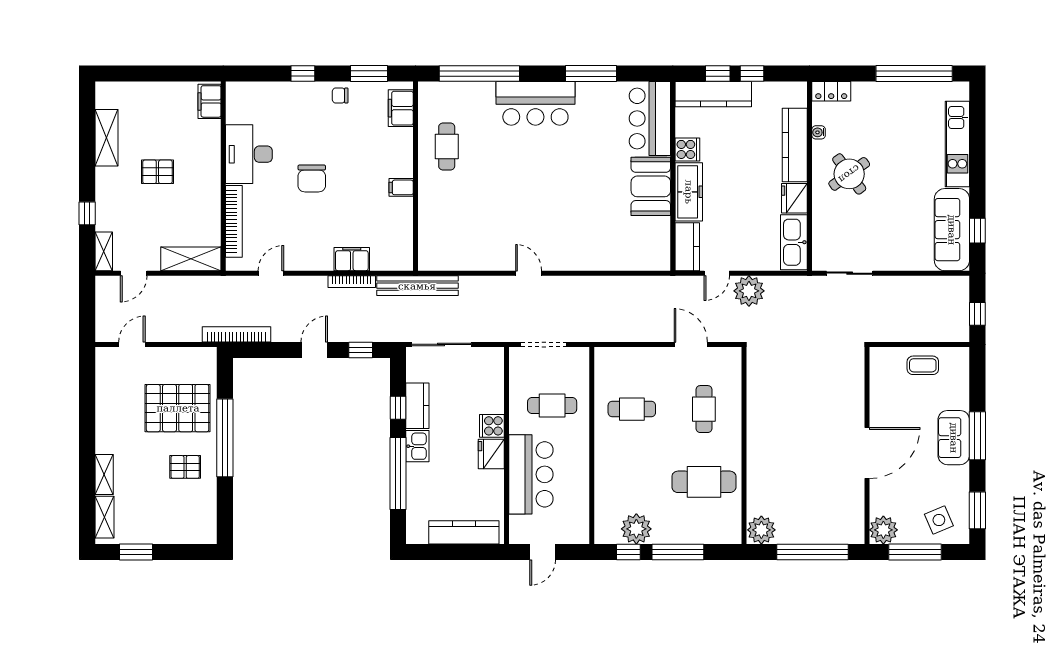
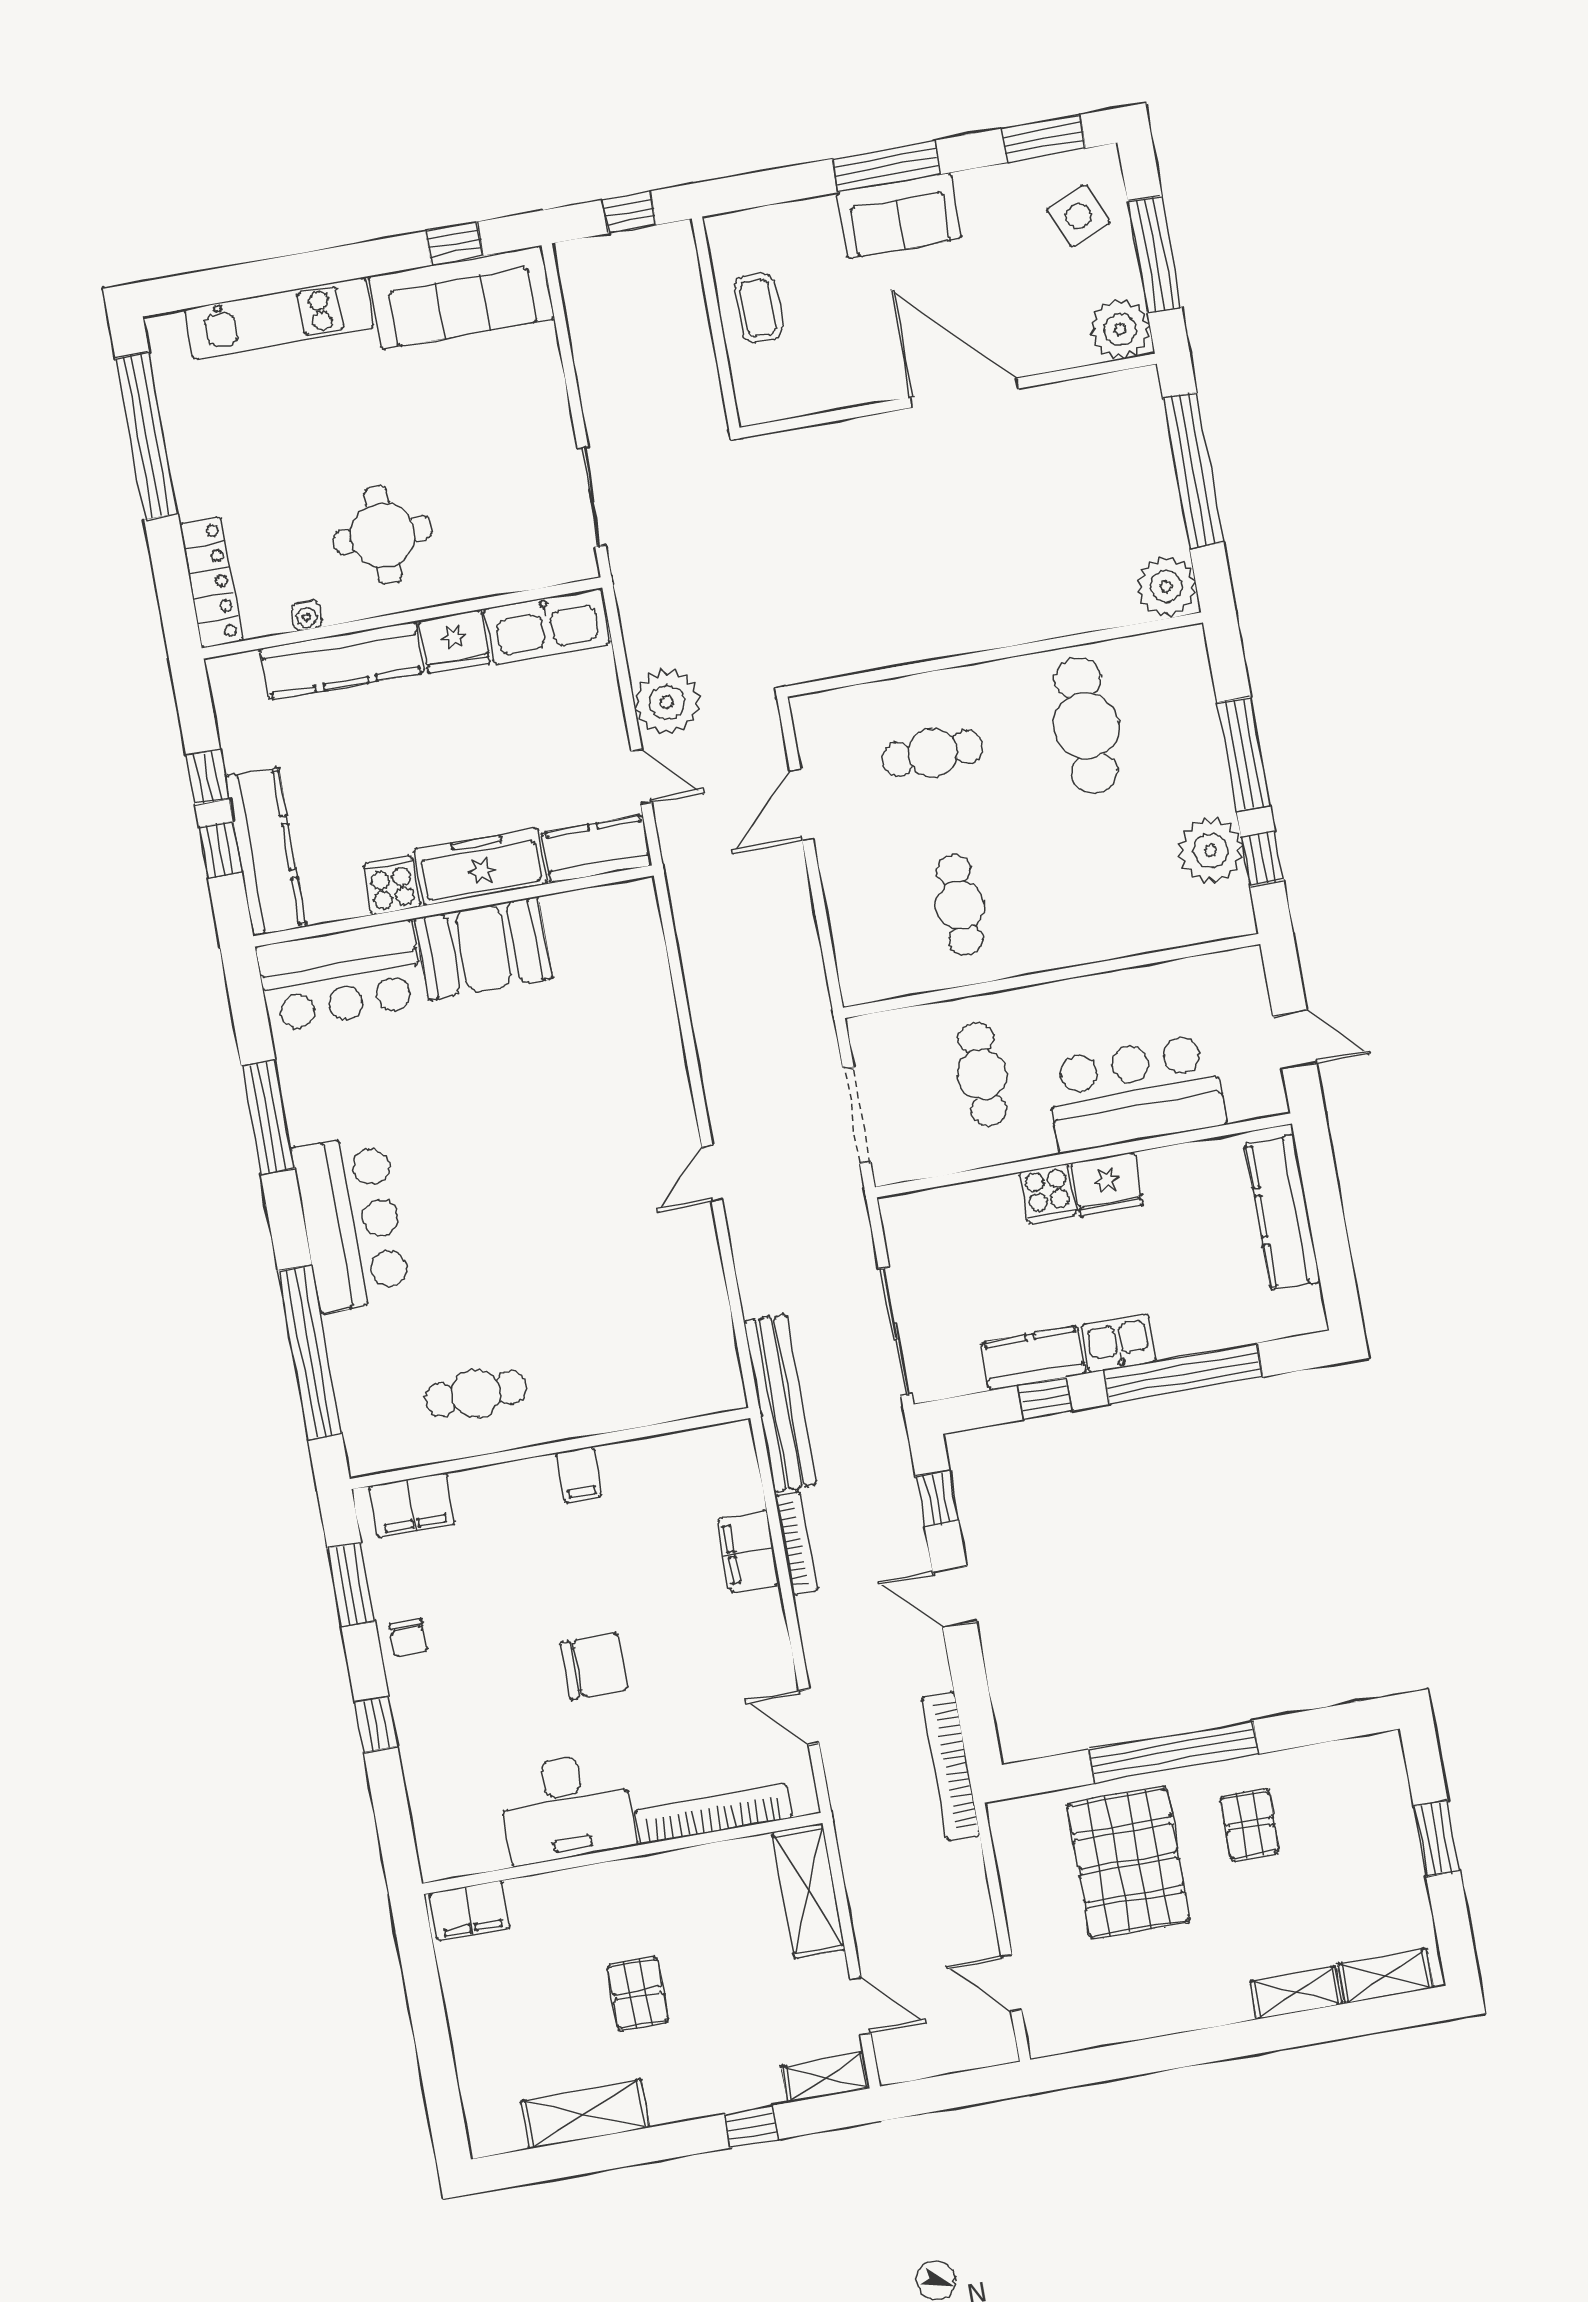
locker: (831, 91) -> (211, 582), width x1.53
round table: (849, 174) -> (383, 535), turned 36
window: (136, 552) -> (1437, 1839), moved

